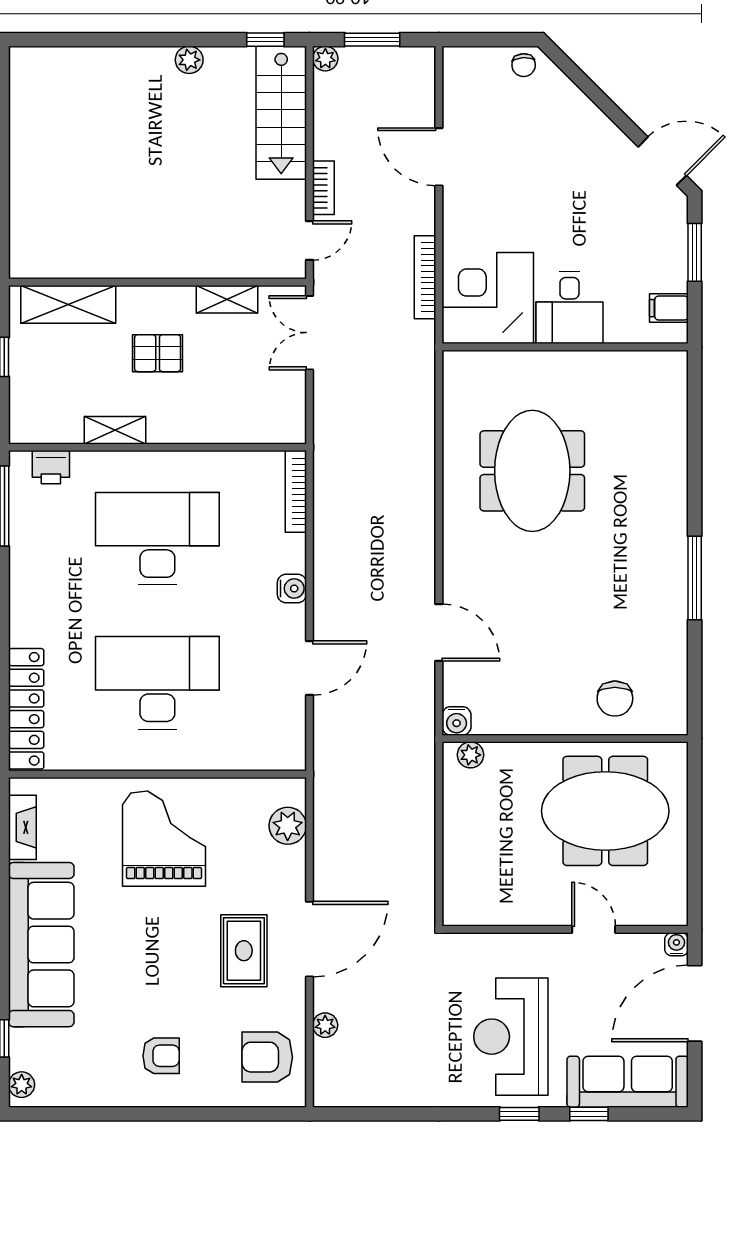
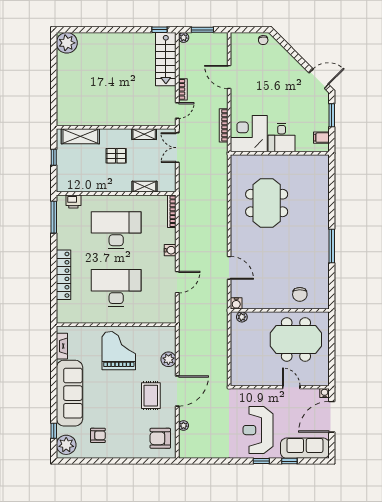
plant: (189, 60) -> (67, 43), moved, width x1.88, depth x1.88
shelving: (115, 430) -> (144, 187), moved
locker: (26, 709) -> (63, 275), moved
plant: (288, 826) -> (168, 359), moved
armchair: (161, 1056) -> (98, 435), moved
plant: (22, 1085) -> (66, 445), width x1.87, depth x1.87

